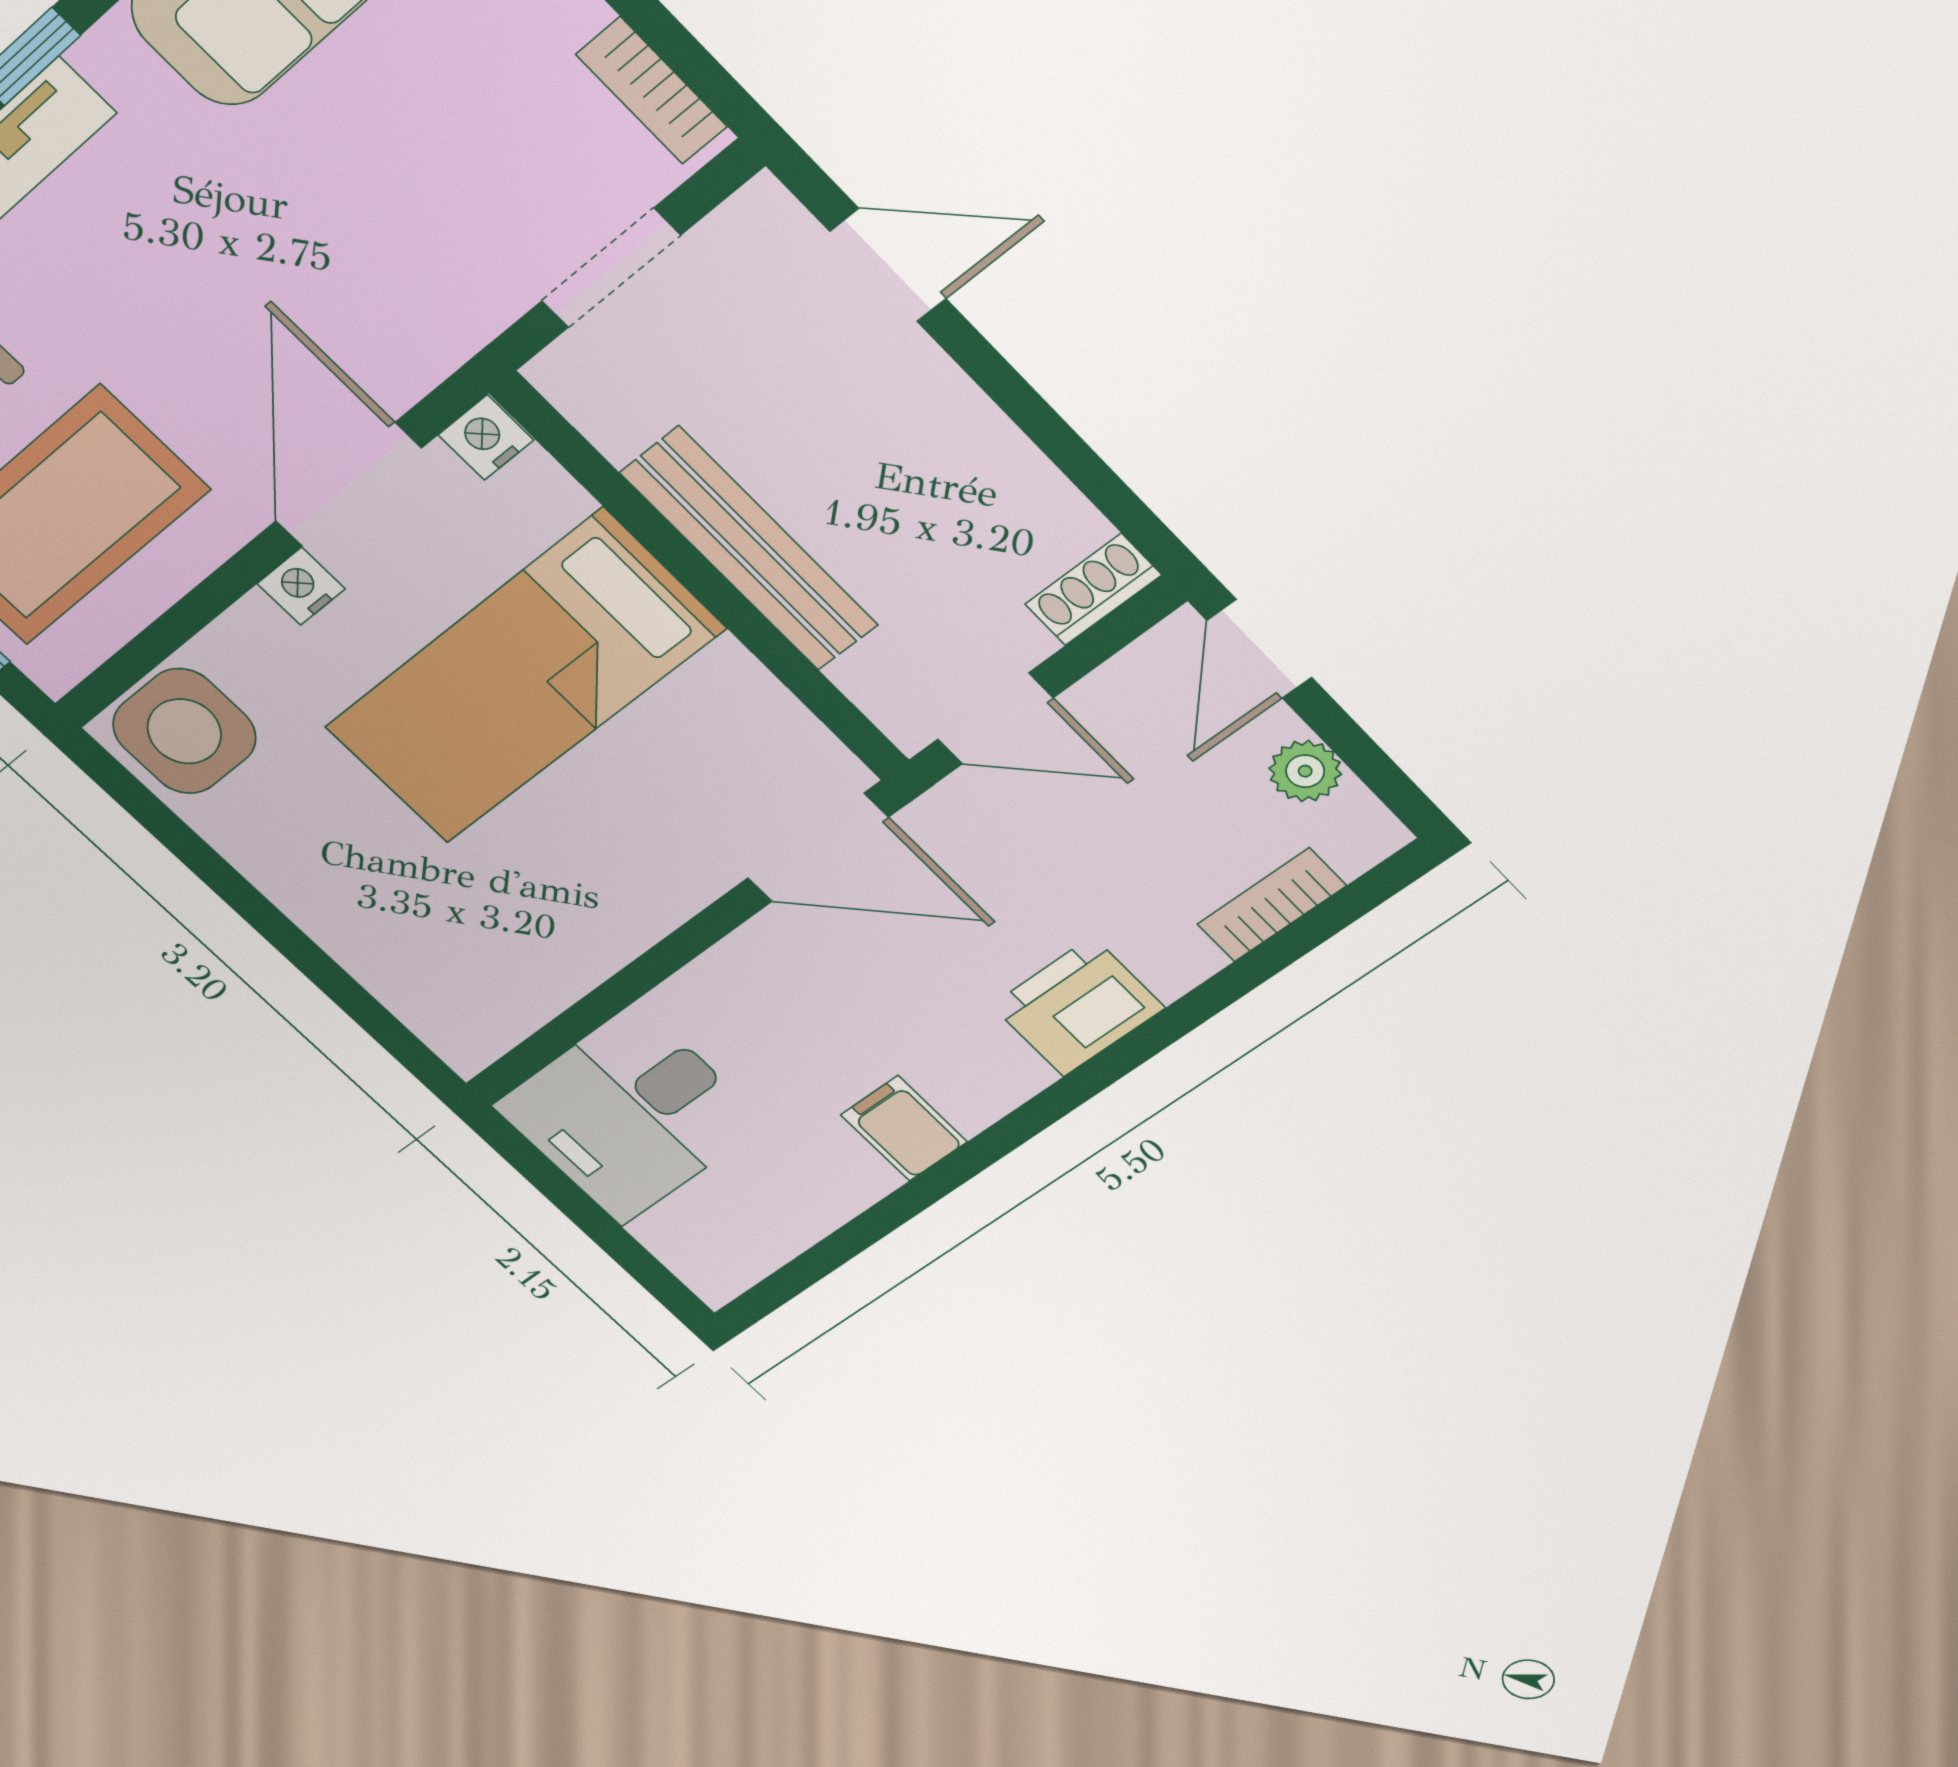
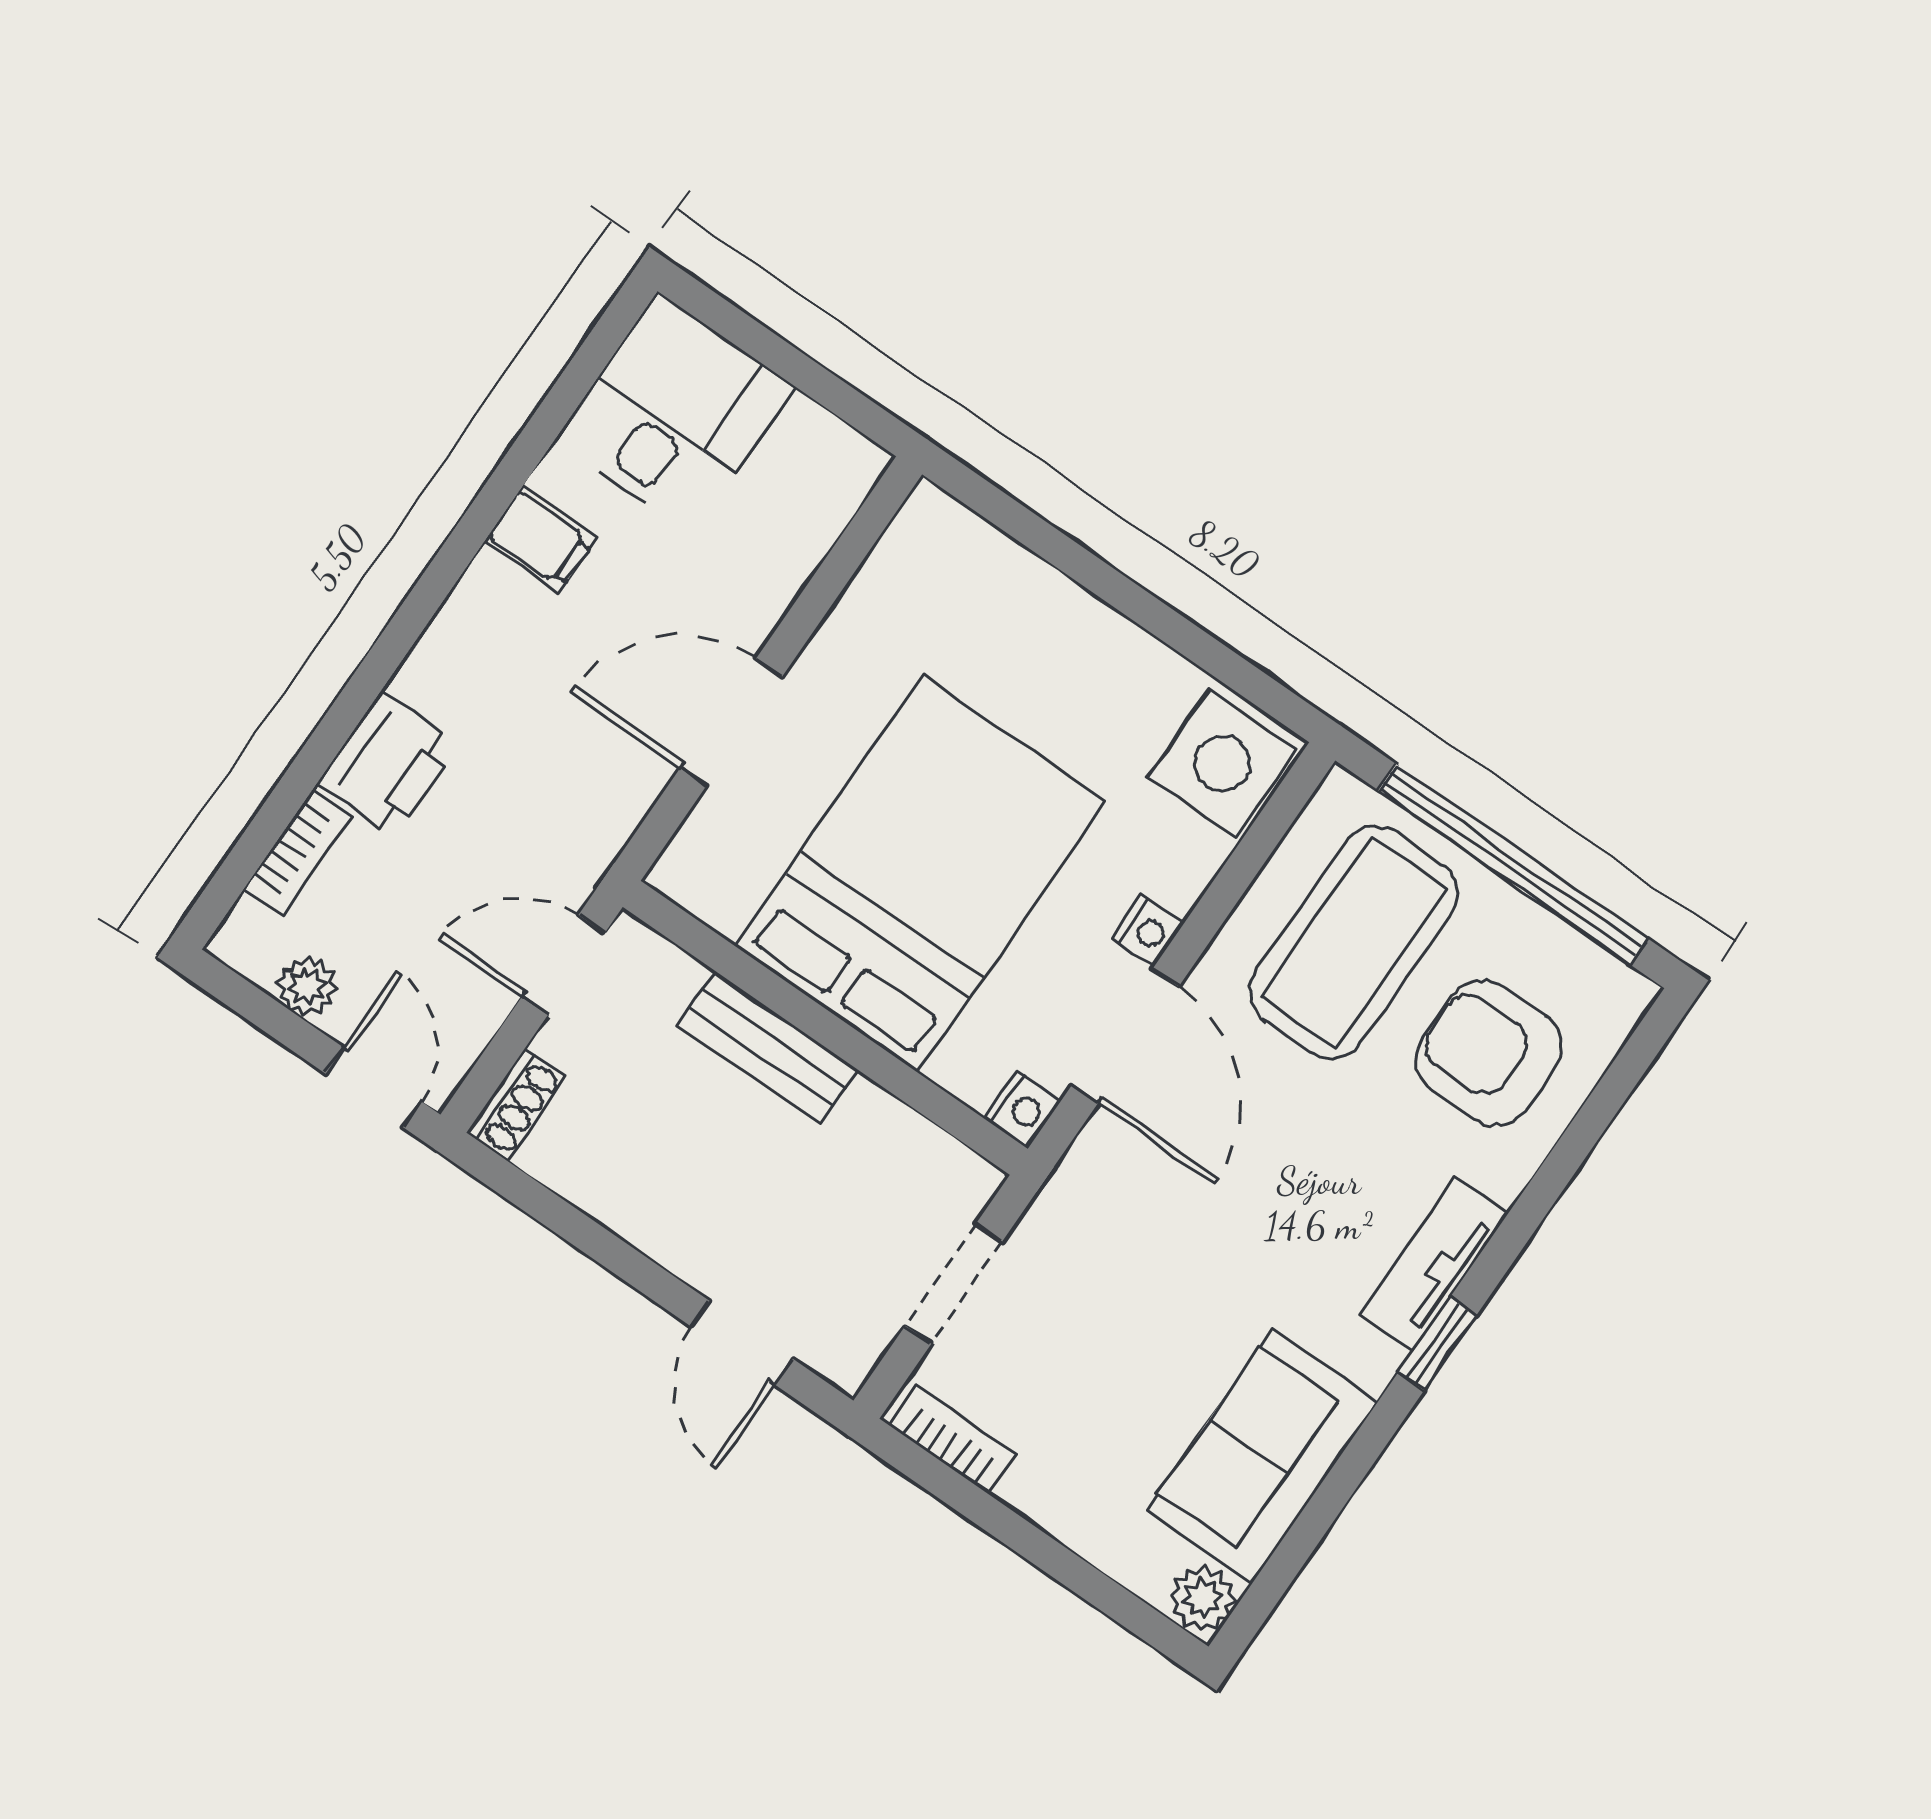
door: (888, 265) -> (742, 1343), hinge flipped
bench: (749, 549) -> (767, 1048), width x0.73
bed: (523, 678) -> (920, 874), width x1.50
door: (818, 848) -> (731, 722), moved
printer: (1078, 1007) -> (388, 764), moved
desk: (630, 1115) -> (675, 414), moved

